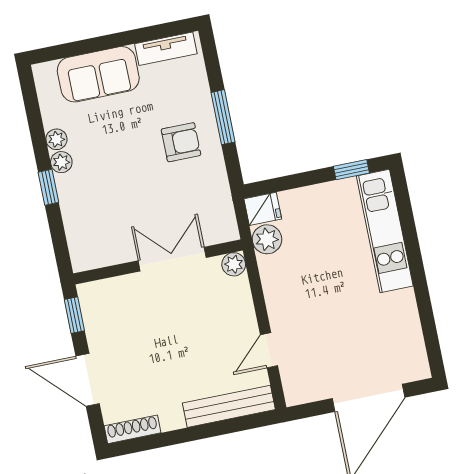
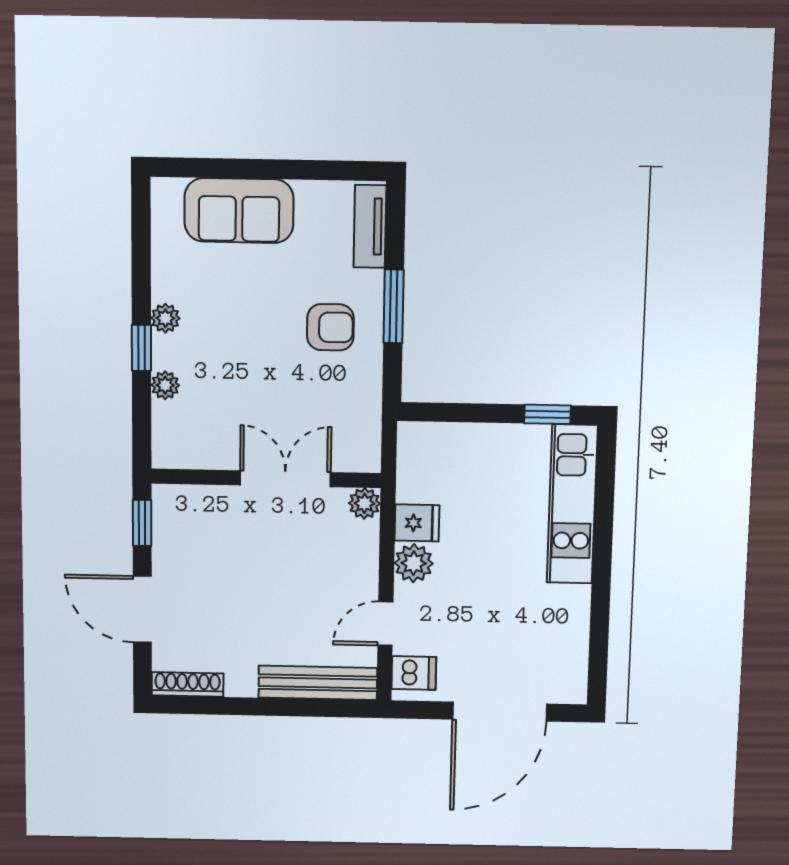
tv unit: (166, 49) -> (370, 226), moved, turned 90
plant: (56, 139) -> (165, 385), moved
fridge: (263, 209) -> (417, 523), moved
plant: (267, 239) -> (414, 563), moved
dishwasher: (298, 383) -> (414, 673), added

